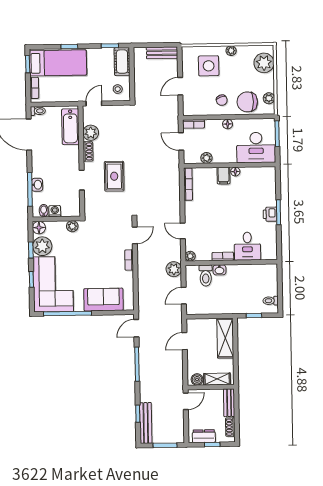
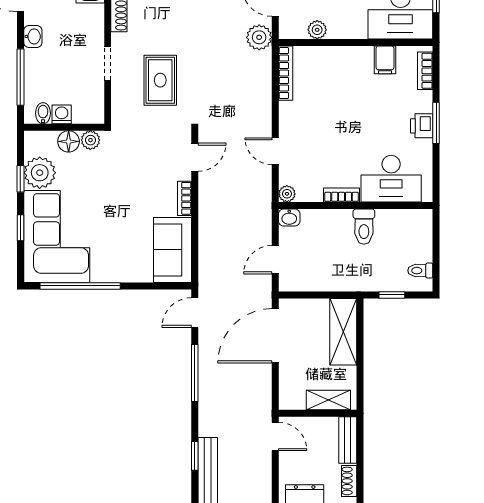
floor lamp: (235, 172) -> (365, 53), removed
rug: (114, 176) -> (160, 80), moved
filing cabinet: (223, 176) -> (385, 60), moved
bookcase: (271, 181) -> (425, 71), added
washbasin: (37, 185) -> (33, 36), moved
floor lamp: (39, 228) -> (69, 141), moved
desk: (247, 246) -> (391, 179), width x1.37
plant: (174, 269) -> (259, 37), moved
washbasin: (219, 270) -> (289, 217), moved
toilet: (206, 276) -> (364, 227), moved
sofa: (103, 300) -> (173, 250), moved, turned -90
door: (185, 341) -> (275, 336), width x1.87
boiler: (197, 379) -> (295, 400), removed
door: (186, 401) -> (275, 436), hinge flipped

